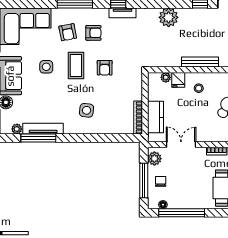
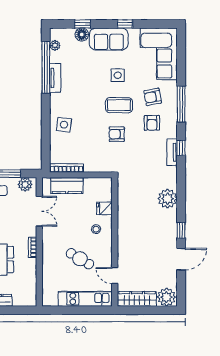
bench: (200, 62) -> (123, 231), removed
plant: (166, 77) -> (107, 196), removed
side table: (87, 110) -> (64, 125), moved
tv unit: (43, 129) -> (55, 78), width x0.71
window: (38, 138) -> (46, 67), width x1.46

